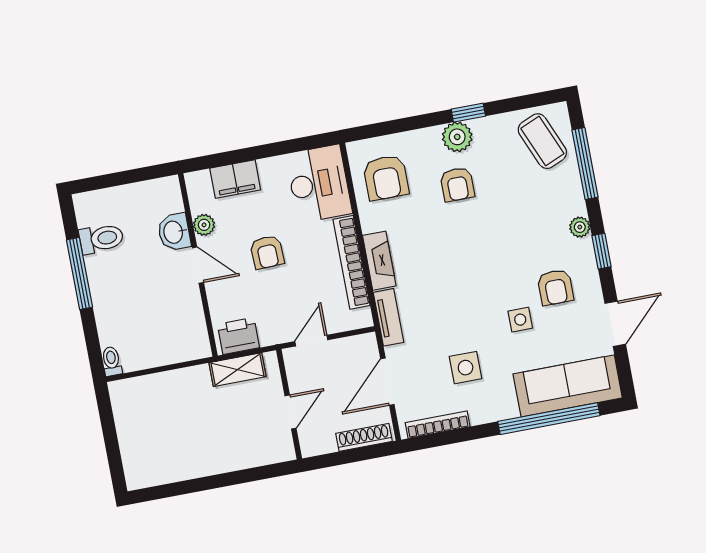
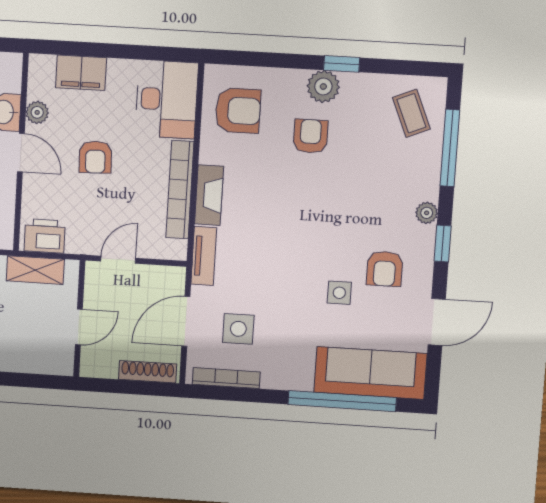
coffee table: (542, 141) -> (411, 113), width x0.73, depth x0.77
armchair: (386, 178) -> (238, 111), turned -90
armchair: (457, 184) -> (310, 136), turned 180
side table: (466, 368) -> (238, 329), moved

